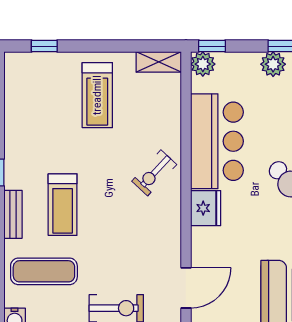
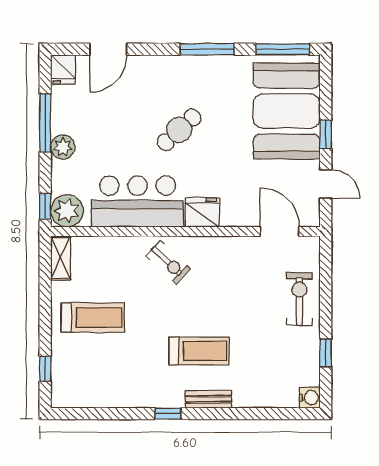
plant: (203, 64) -> (67, 211), width x1.36, depth x1.36
exercise mat: (44, 271) -> (264, 369), removed

